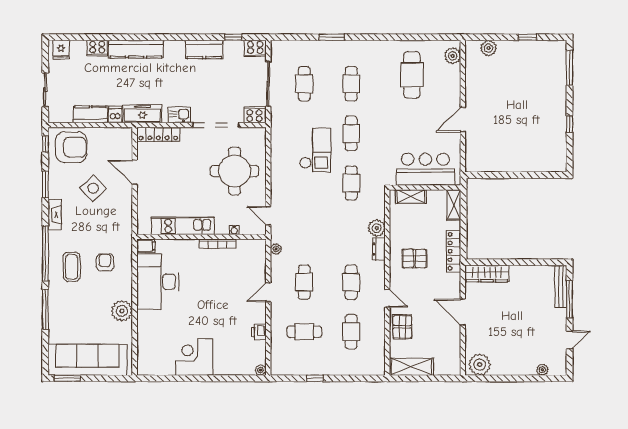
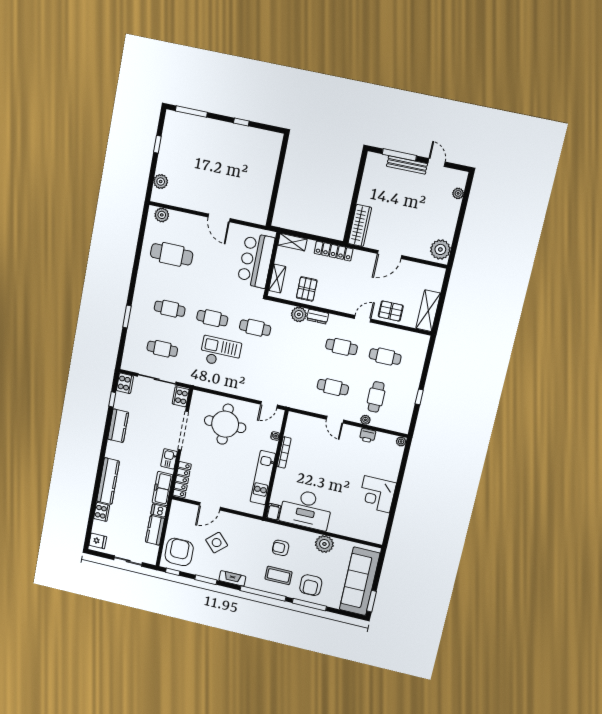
plant: (276, 249) -> (365, 420), moved
pallet: (414, 259) -> (307, 289), moved
bench: (561, 286) -> (407, 165), moved
armchair: (69, 306) -> (311, 585), added

